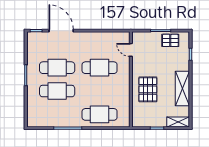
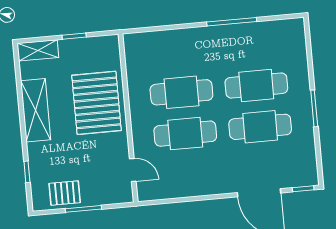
pallet: (148, 89) -> (96, 103), width x1.37, depth x1.41
cafe table: (100, 114) -> (181, 92), moved

